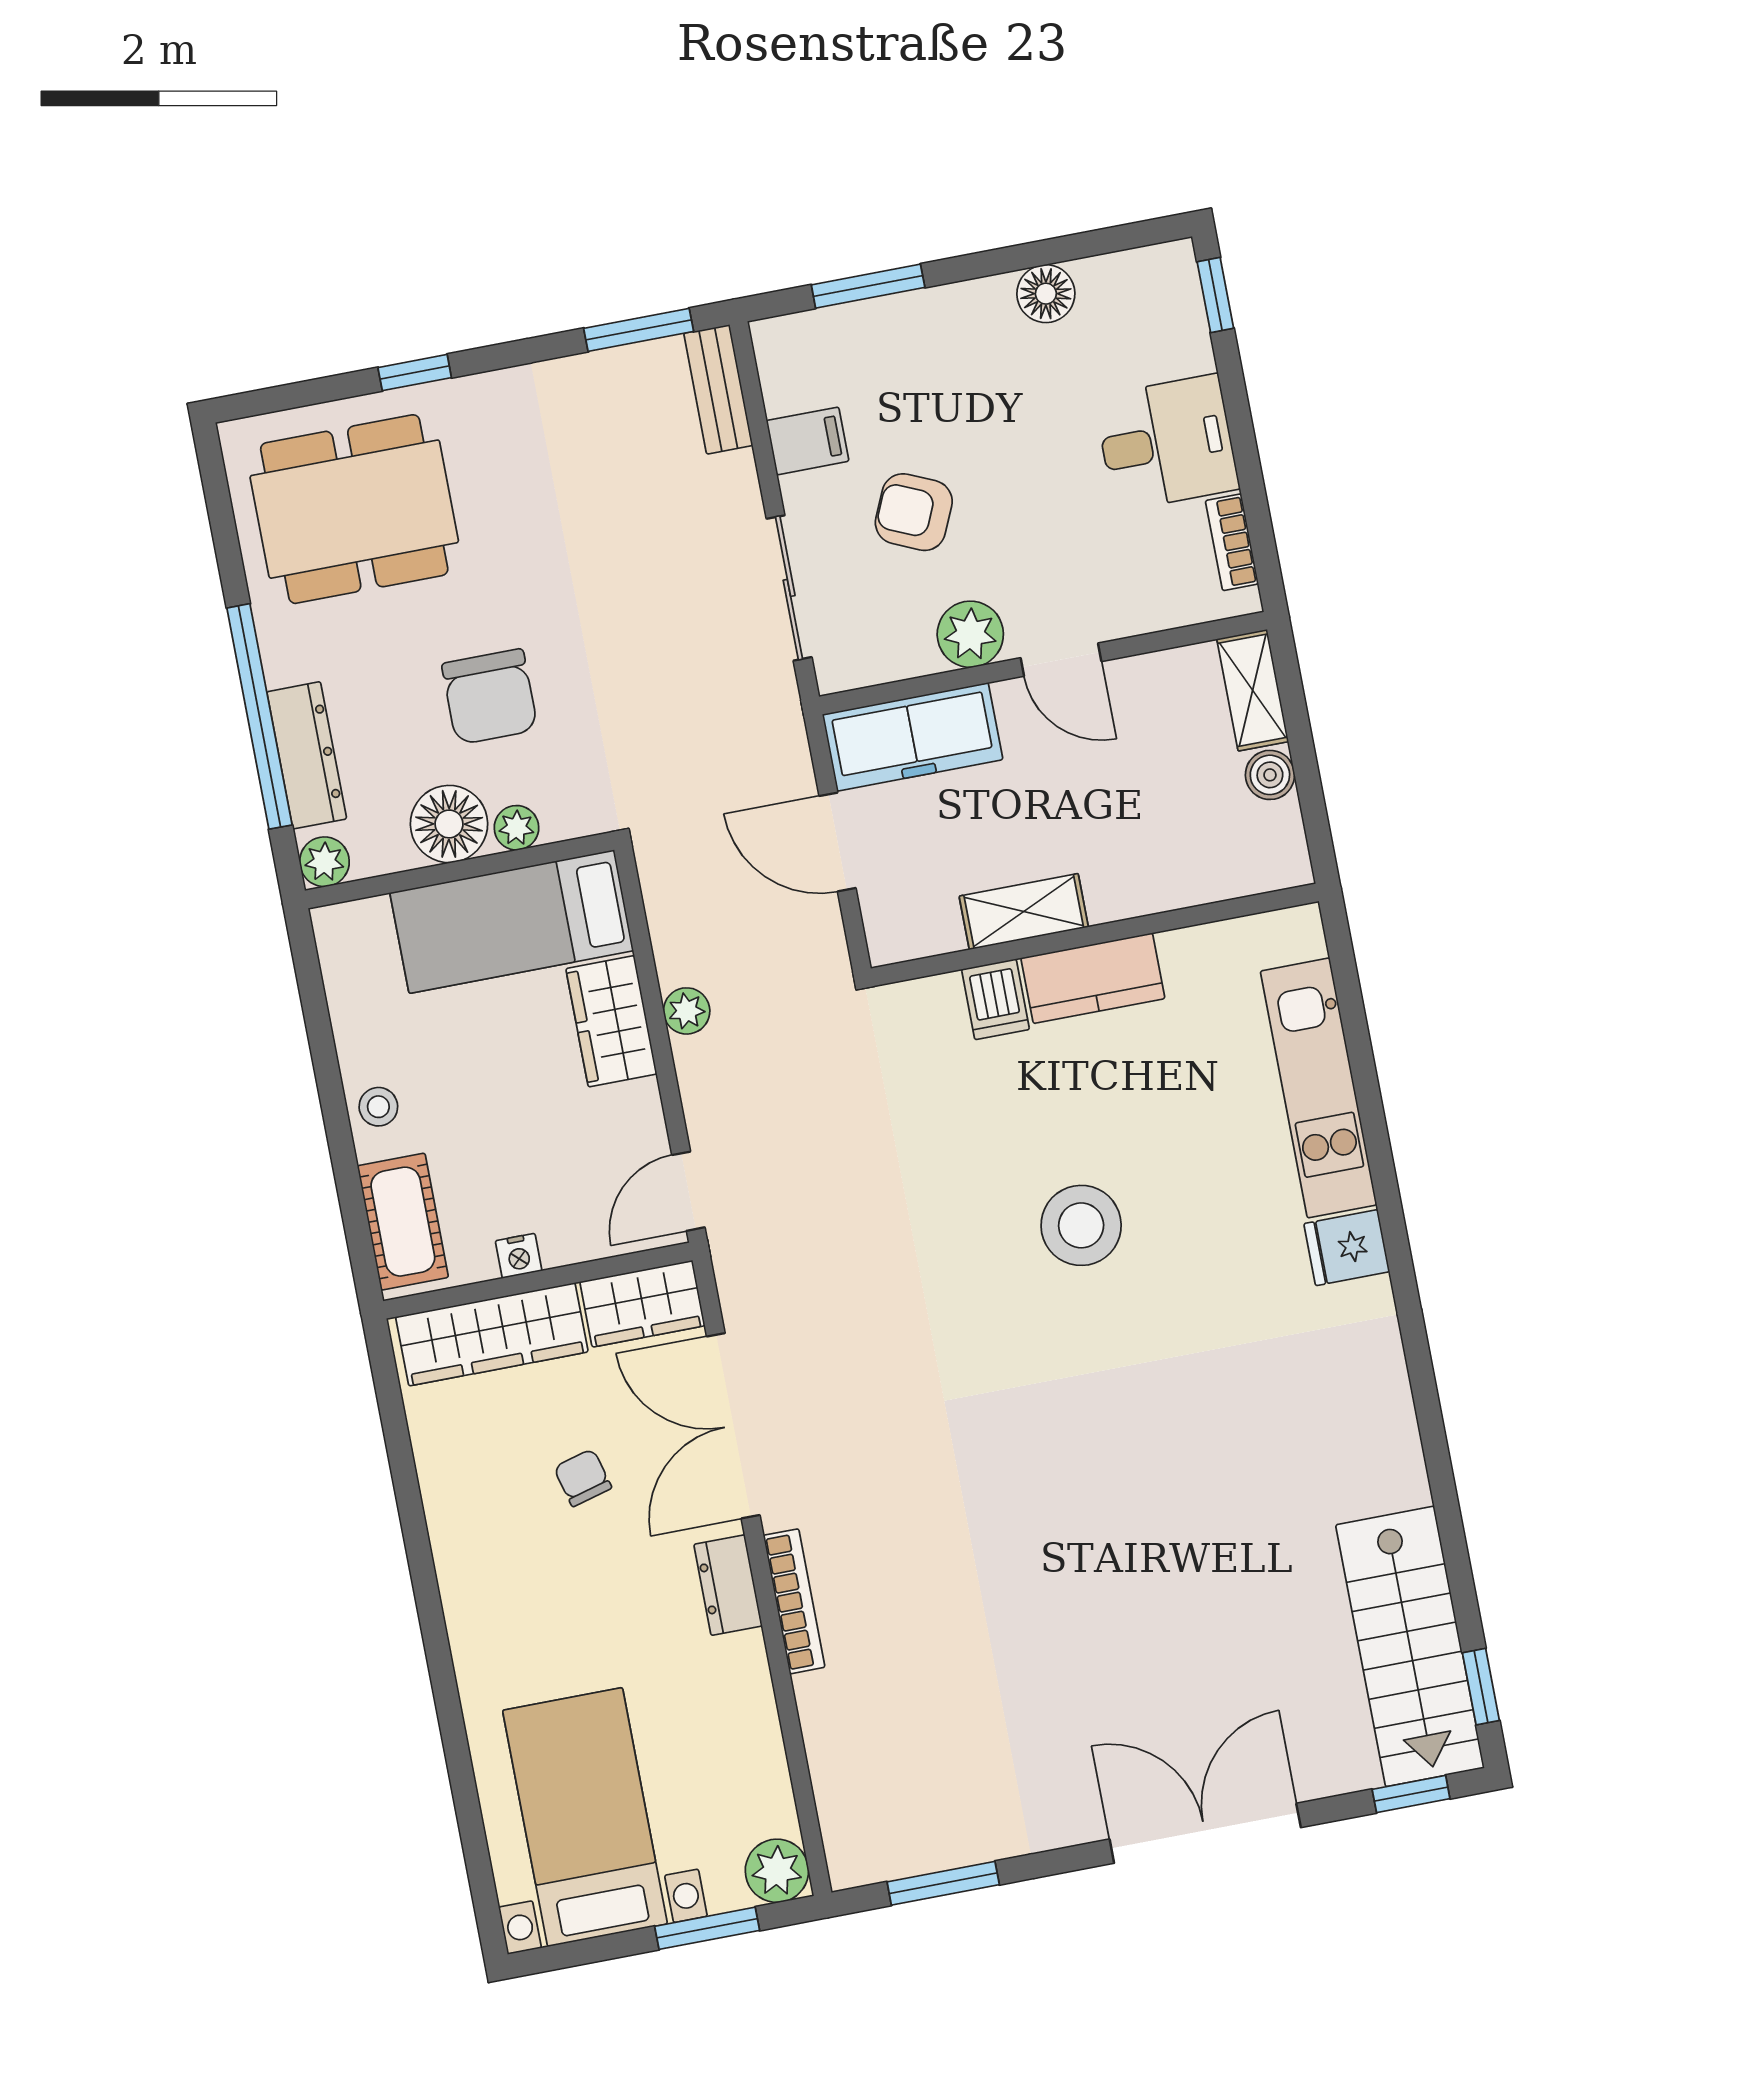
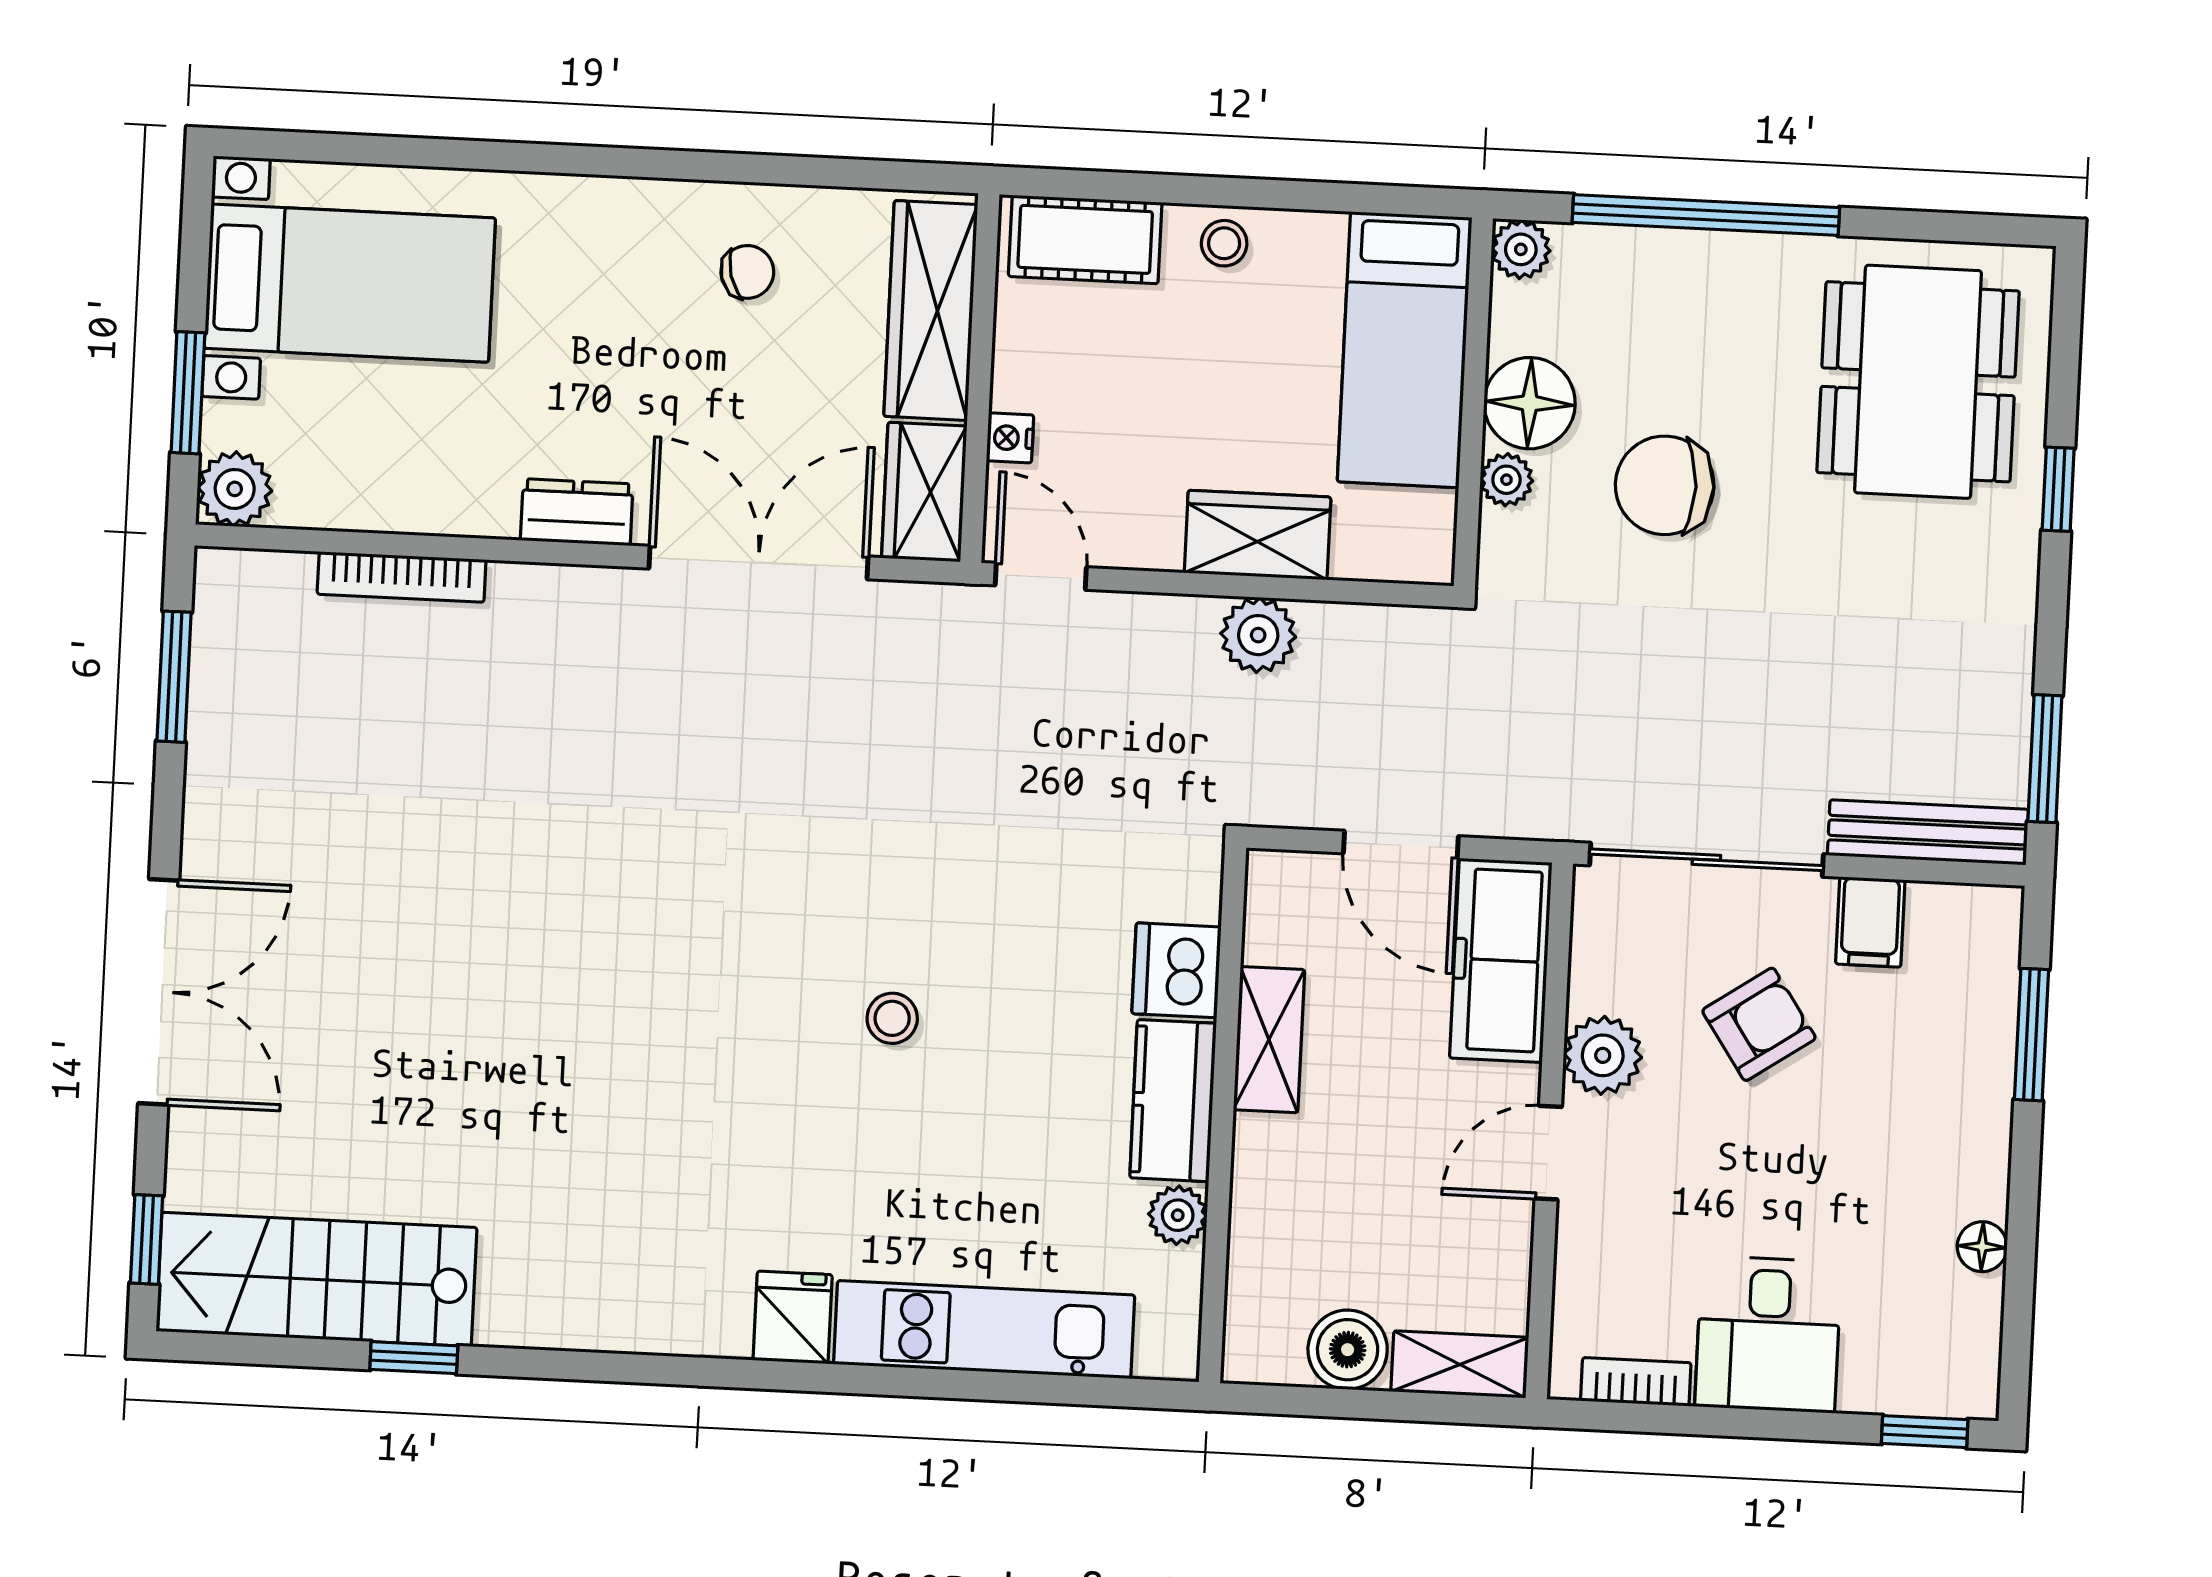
floor lamp: (1046, 294) -> (1982, 1247), width x0.73, depth x0.73
bench: (718, 389) -> (1928, 832), width x1.36
armchair: (914, 512) -> (1759, 1024), turned 32
sliding door: (789, 588) -> (1706, 860), width x1.37
dresser: (307, 755) -> (1648, 259), removed
boiler: (1270, 775) -> (1348, 1350), width x1.36, depth x1.36
door: (838, 842) -> (1401, 845), swing flipped
bed: (512, 922) -> (1405, 350), moved, turned 180
plant: (1186, 952) -> (1178, 1215), added
dishwasher: (996, 999) -> (1177, 970), width x1.38
plant: (687, 1011) -> (1258, 635), width x1.38, depth x1.38
stool: (1081, 1225) -> (892, 1018), width x0.53, depth x0.53
nightstand: (519, 1256) -> (1010, 438), moved
chair: (583, 1478) -> (747, 272), moved
bookcase: (794, 1601) -> (402, 577), moved
window: (1481, 1687) -> (414, 1358), moved

